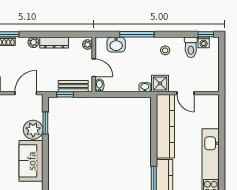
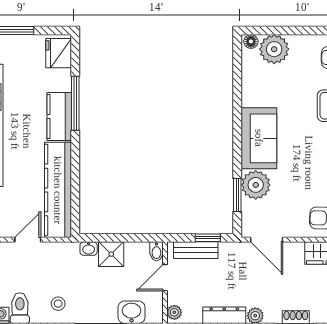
door: (94, 68) -> (165, 278), hinge flipped
shower: (160, 83) -> (111, 254), moved
door: (26, 93) -> (267, 240), hinge flipped
door: (185, 93) -> (28, 240), hinge flipped

